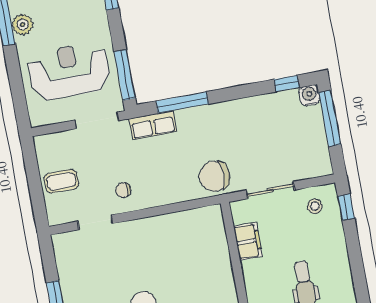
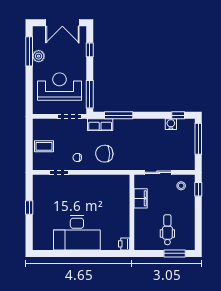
water cooler: (309, 95) -> (171, 124), moved
chair: (215, 176) -> (104, 154), moved

